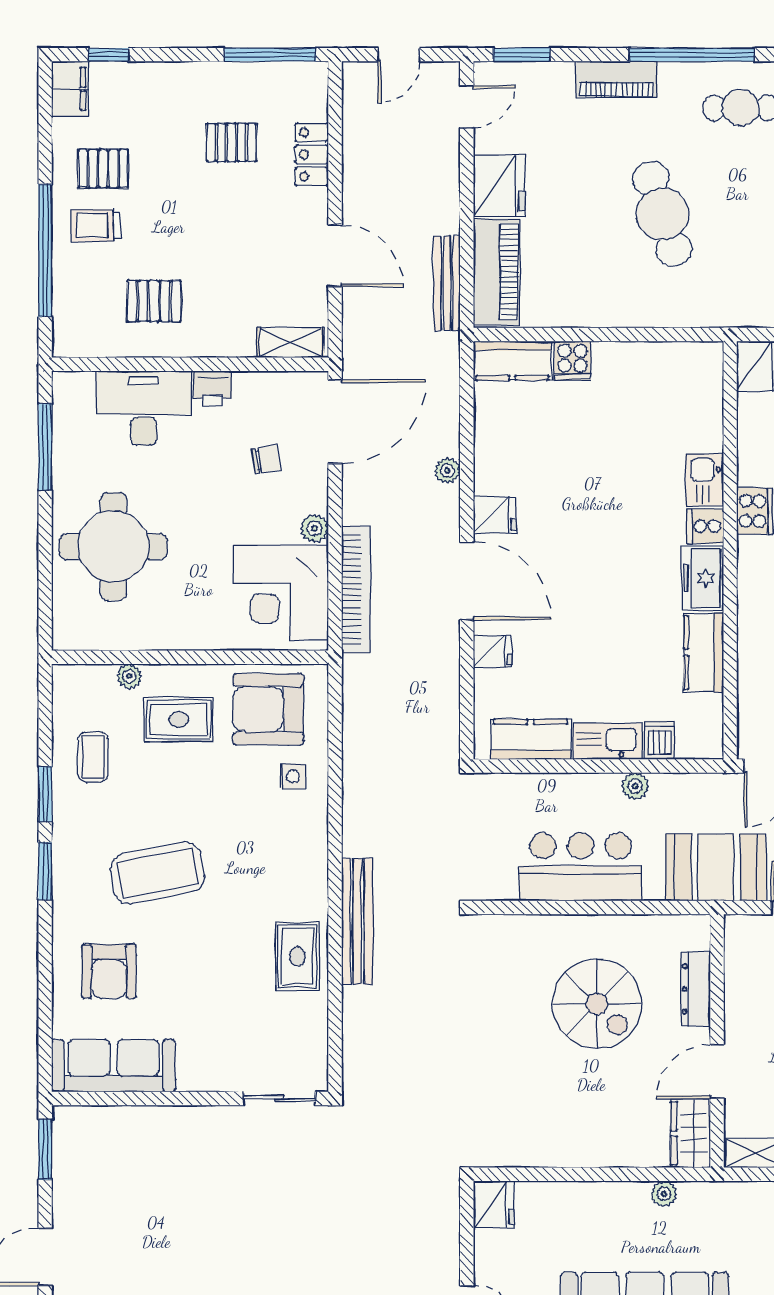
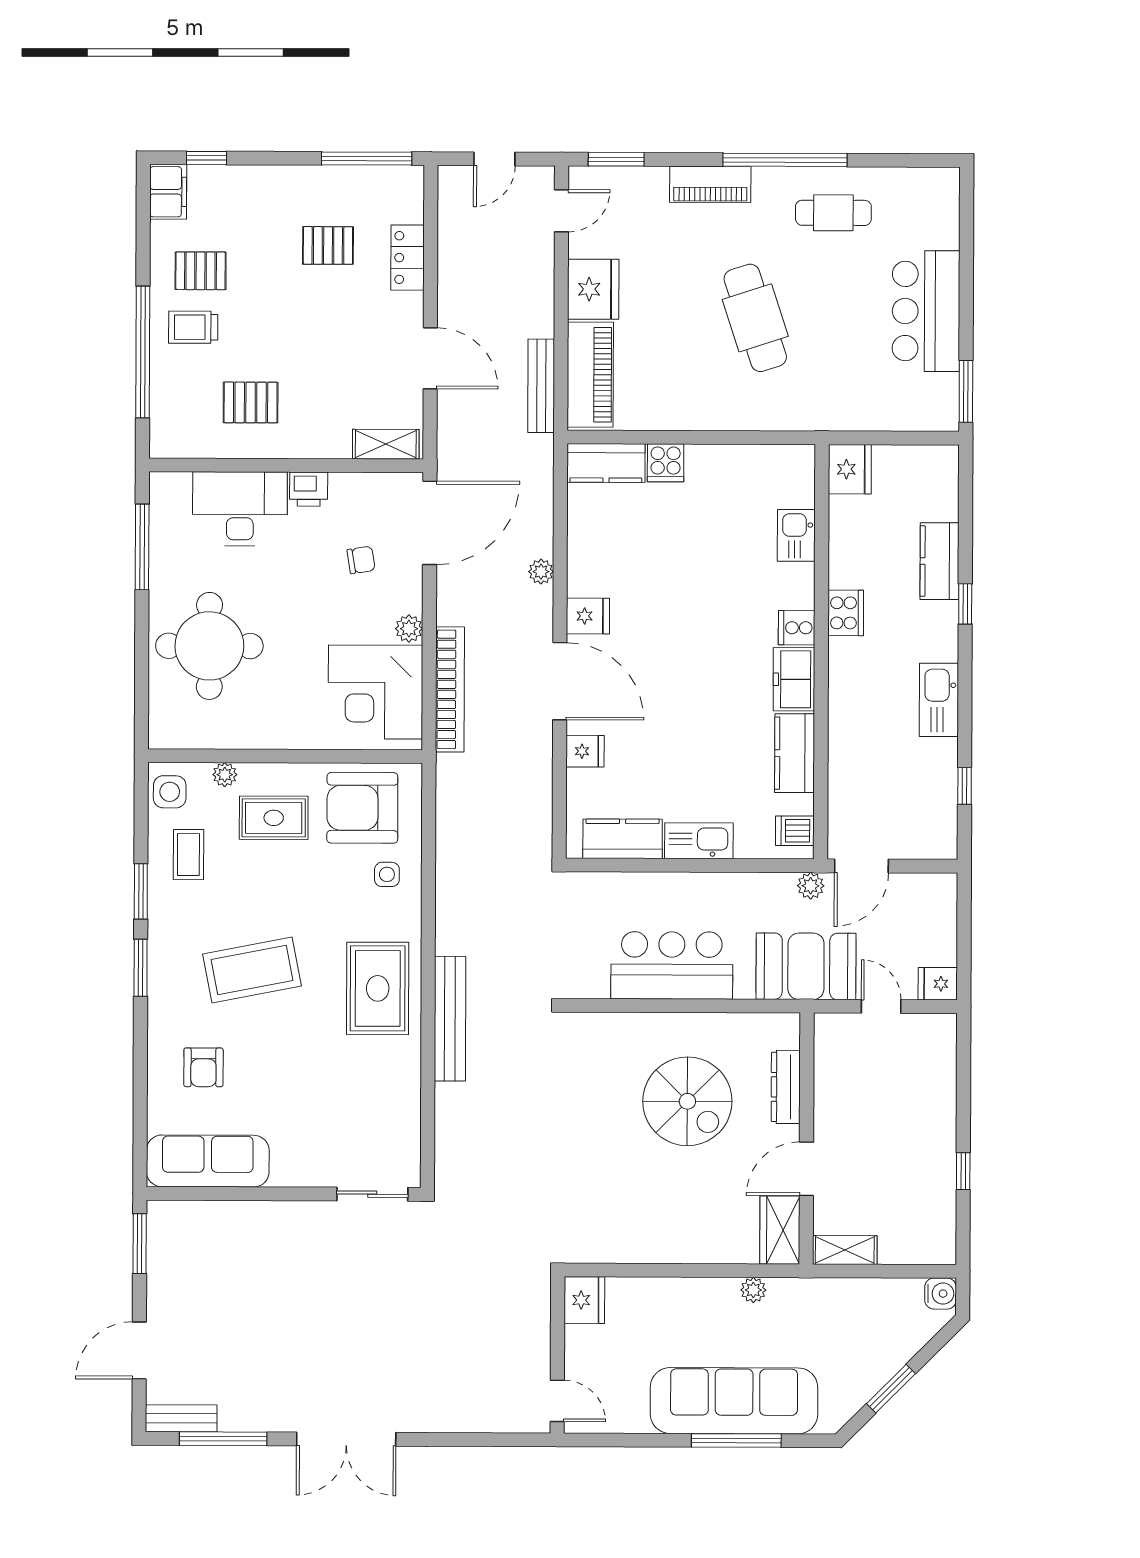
kitchen sink: (705, 480) -> (796, 535), moved
side table: (74, 694) -> (170, 792), added
dishwasher: (660, 740) -> (795, 831), moved, turned -90
plant: (635, 786) -> (811, 886), moved
rug: (297, 957) -> (378, 988), moved, width x1.36, depth x1.43
armchair: (109, 971) -> (203, 1067), width x0.72, depth x0.72

